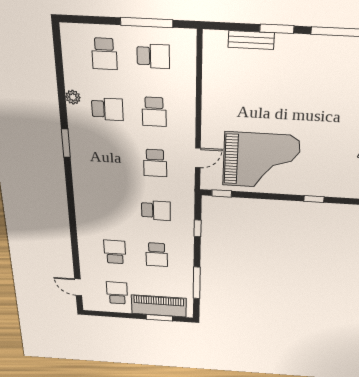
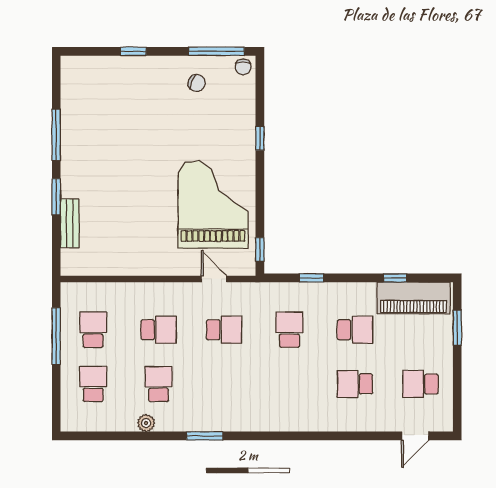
school desk: (104, 54) -> (93, 384), turned -90
window: (197, 283) -> (395, 278), width x0.46
piano: (159, 306) -> (414, 298), moved, turned -90

